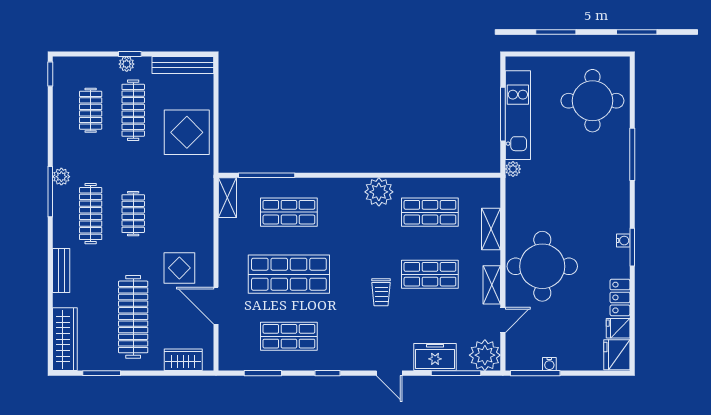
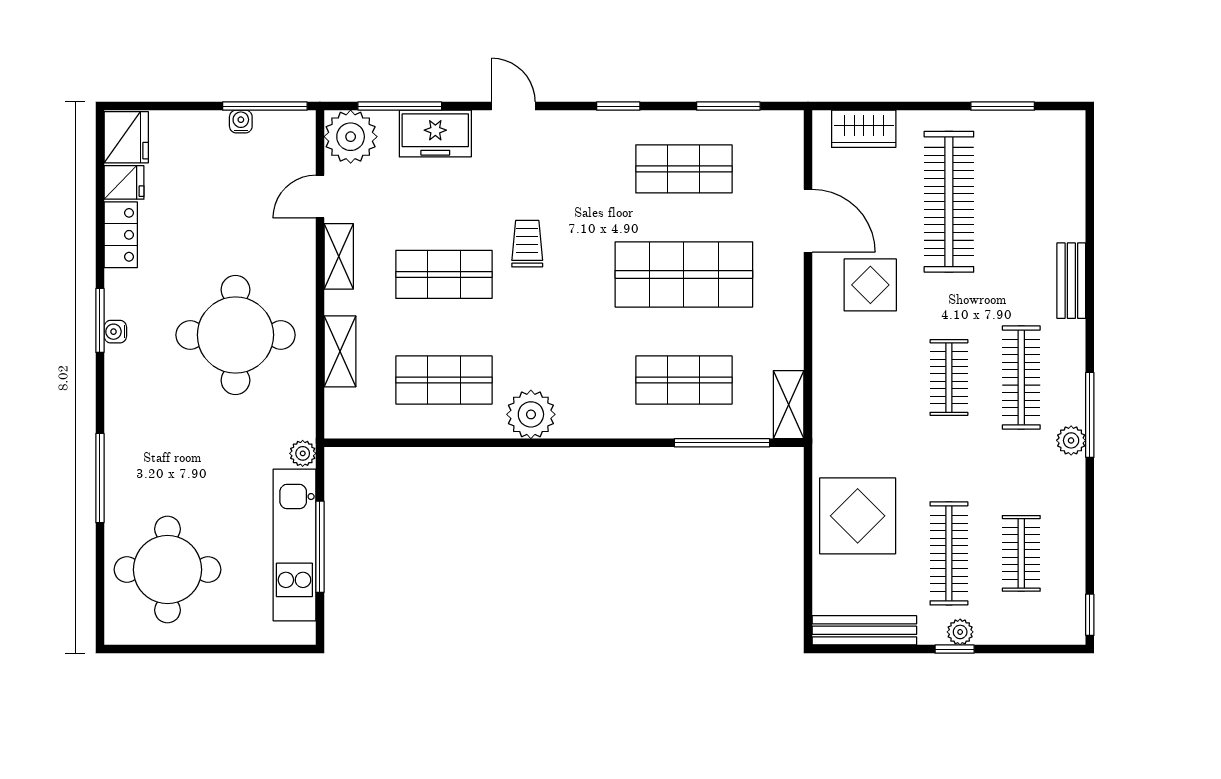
round table: (542, 266) -> (235, 335), moved
wardrobe: (65, 339) -> (1065, 164), removed

